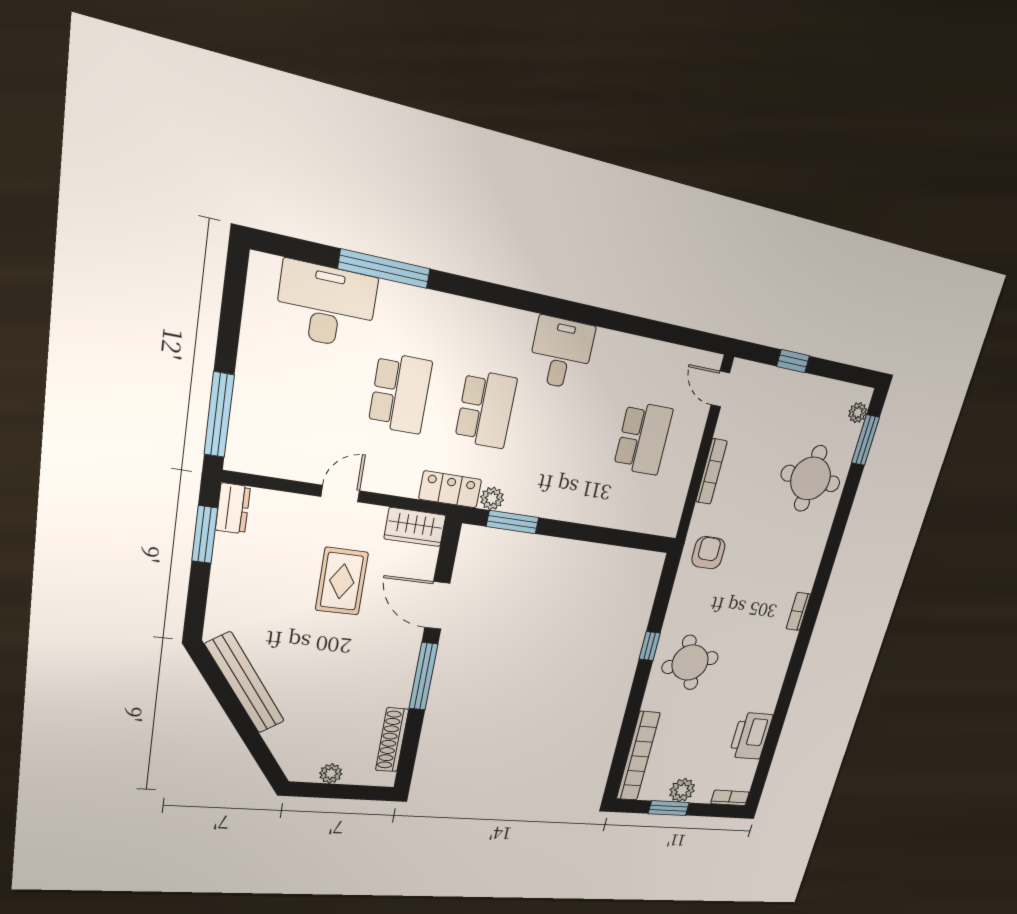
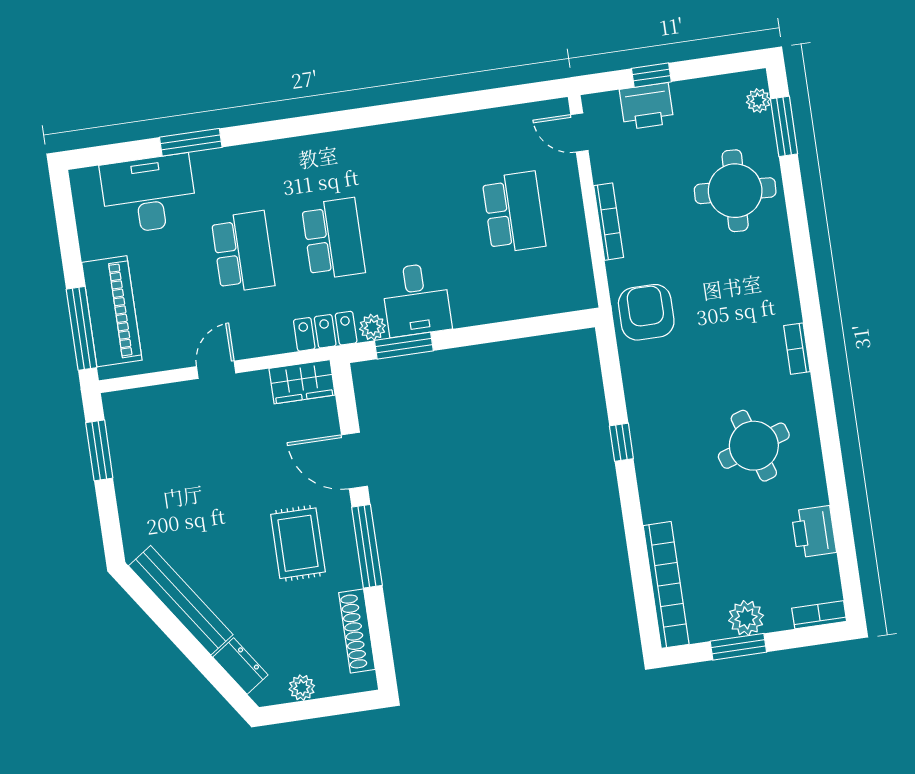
window: (384, 269) -> (191, 142), width x0.69
desk: (561, 353) -> (416, 300), moved, turned 180
printer: (779, 386) -> (647, 106), added
piano: (255, 408) -> (112, 311), added
dresser: (233, 508) -> (240, 666), moved, turned -34
armchair: (708, 553) -> (646, 312), width x1.38, depth x1.38
rug: (342, 581) -> (298, 543), moved
round table: (690, 663) -> (754, 446), moved
printer: (751, 736) -> (814, 532), width x0.73, depth x0.84

